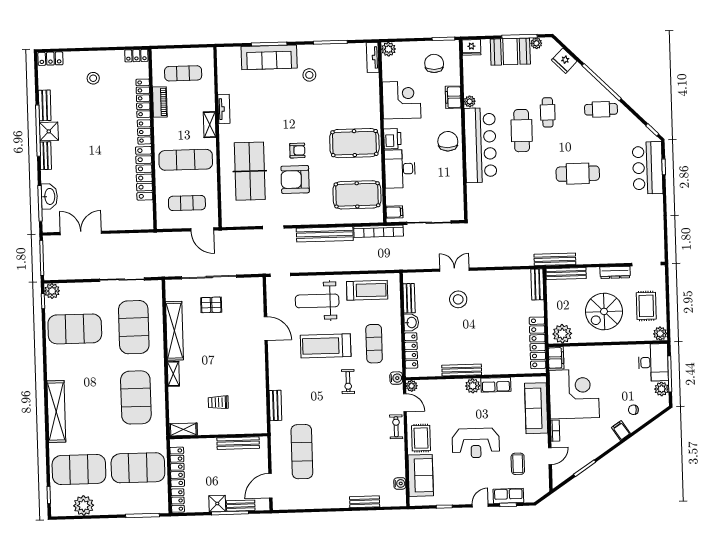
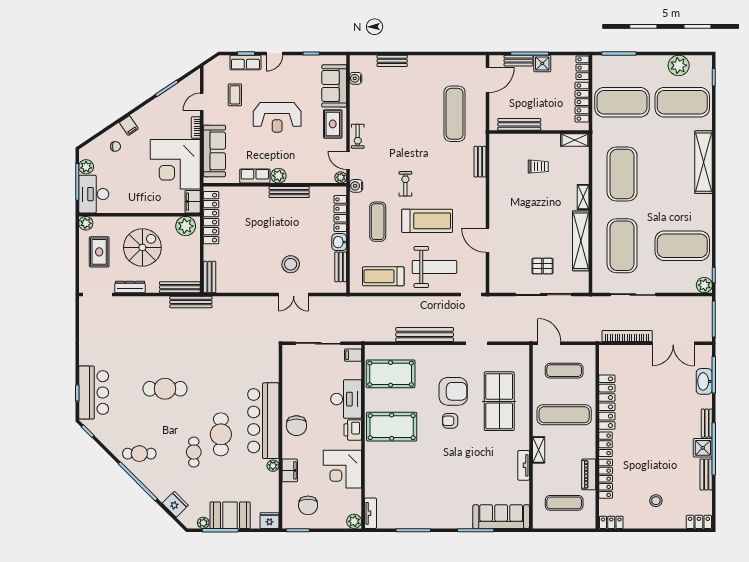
sofa: (269, 57) -> (501, 517), moved
stool: (309, 75) -> (436, 497), removed
bookcase: (379, 231) -> (627, 336), moved
reception desk: (476, 443) -> (277, 117), turned 180

